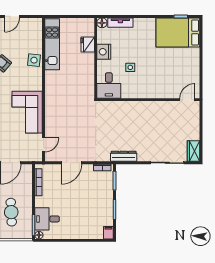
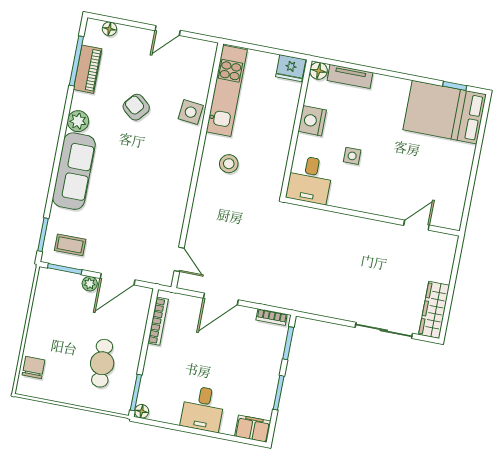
fridge: (88, 44) -> (291, 68), moved, turned -90
stool: (61, 85) -> (229, 164), added
door: (187, 100) -> (416, 225), moved
corner sofa: (27, 112) -> (162, 198), removed
door: (44, 145) -> (179, 259), hinge flipped
wardrobe: (194, 151) -> (434, 310), width x1.50
dresser: (124, 156) -> (312, 305), removed
desk: (47, 219) -> (203, 409), moved, turned -90
filing cabinet: (108, 233) -> (253, 429), width x2.00

